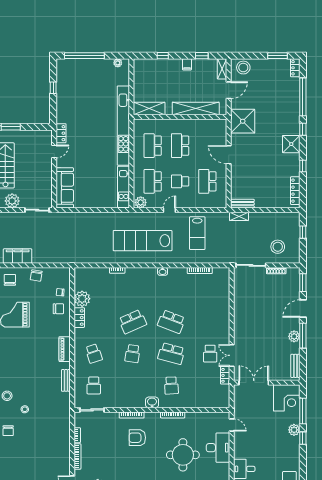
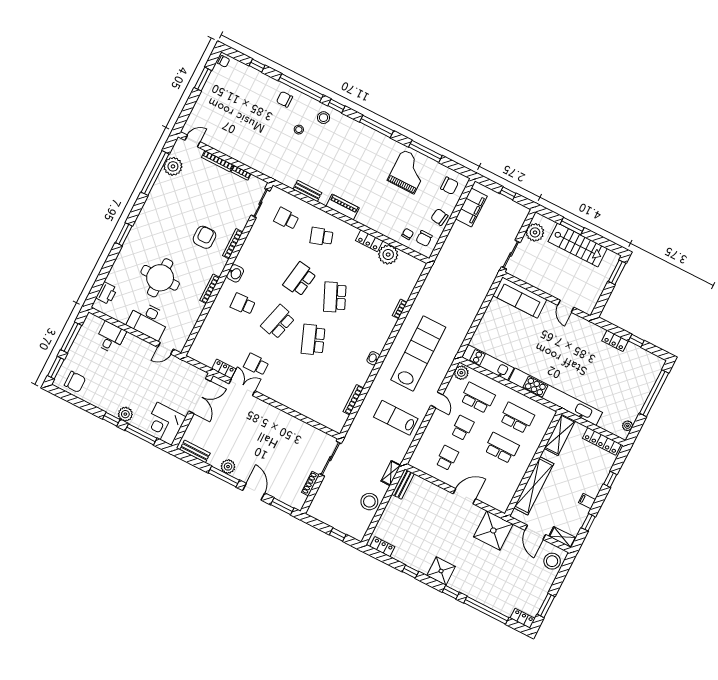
locker: (138, 76) -> (602, 441), added
locker: (61, 133) -> (615, 341), moved
school desk: (207, 181) -> (447, 458), width x0.54
locker: (295, 191) -> (382, 547), width x0.66
stool: (278, 247) -> (369, 502), moved
chair: (58, 309) -> (424, 238), moved
school desk: (171, 322) -> (313, 340), turned -42
school desk: (133, 354) -> (300, 279), width x1.85

